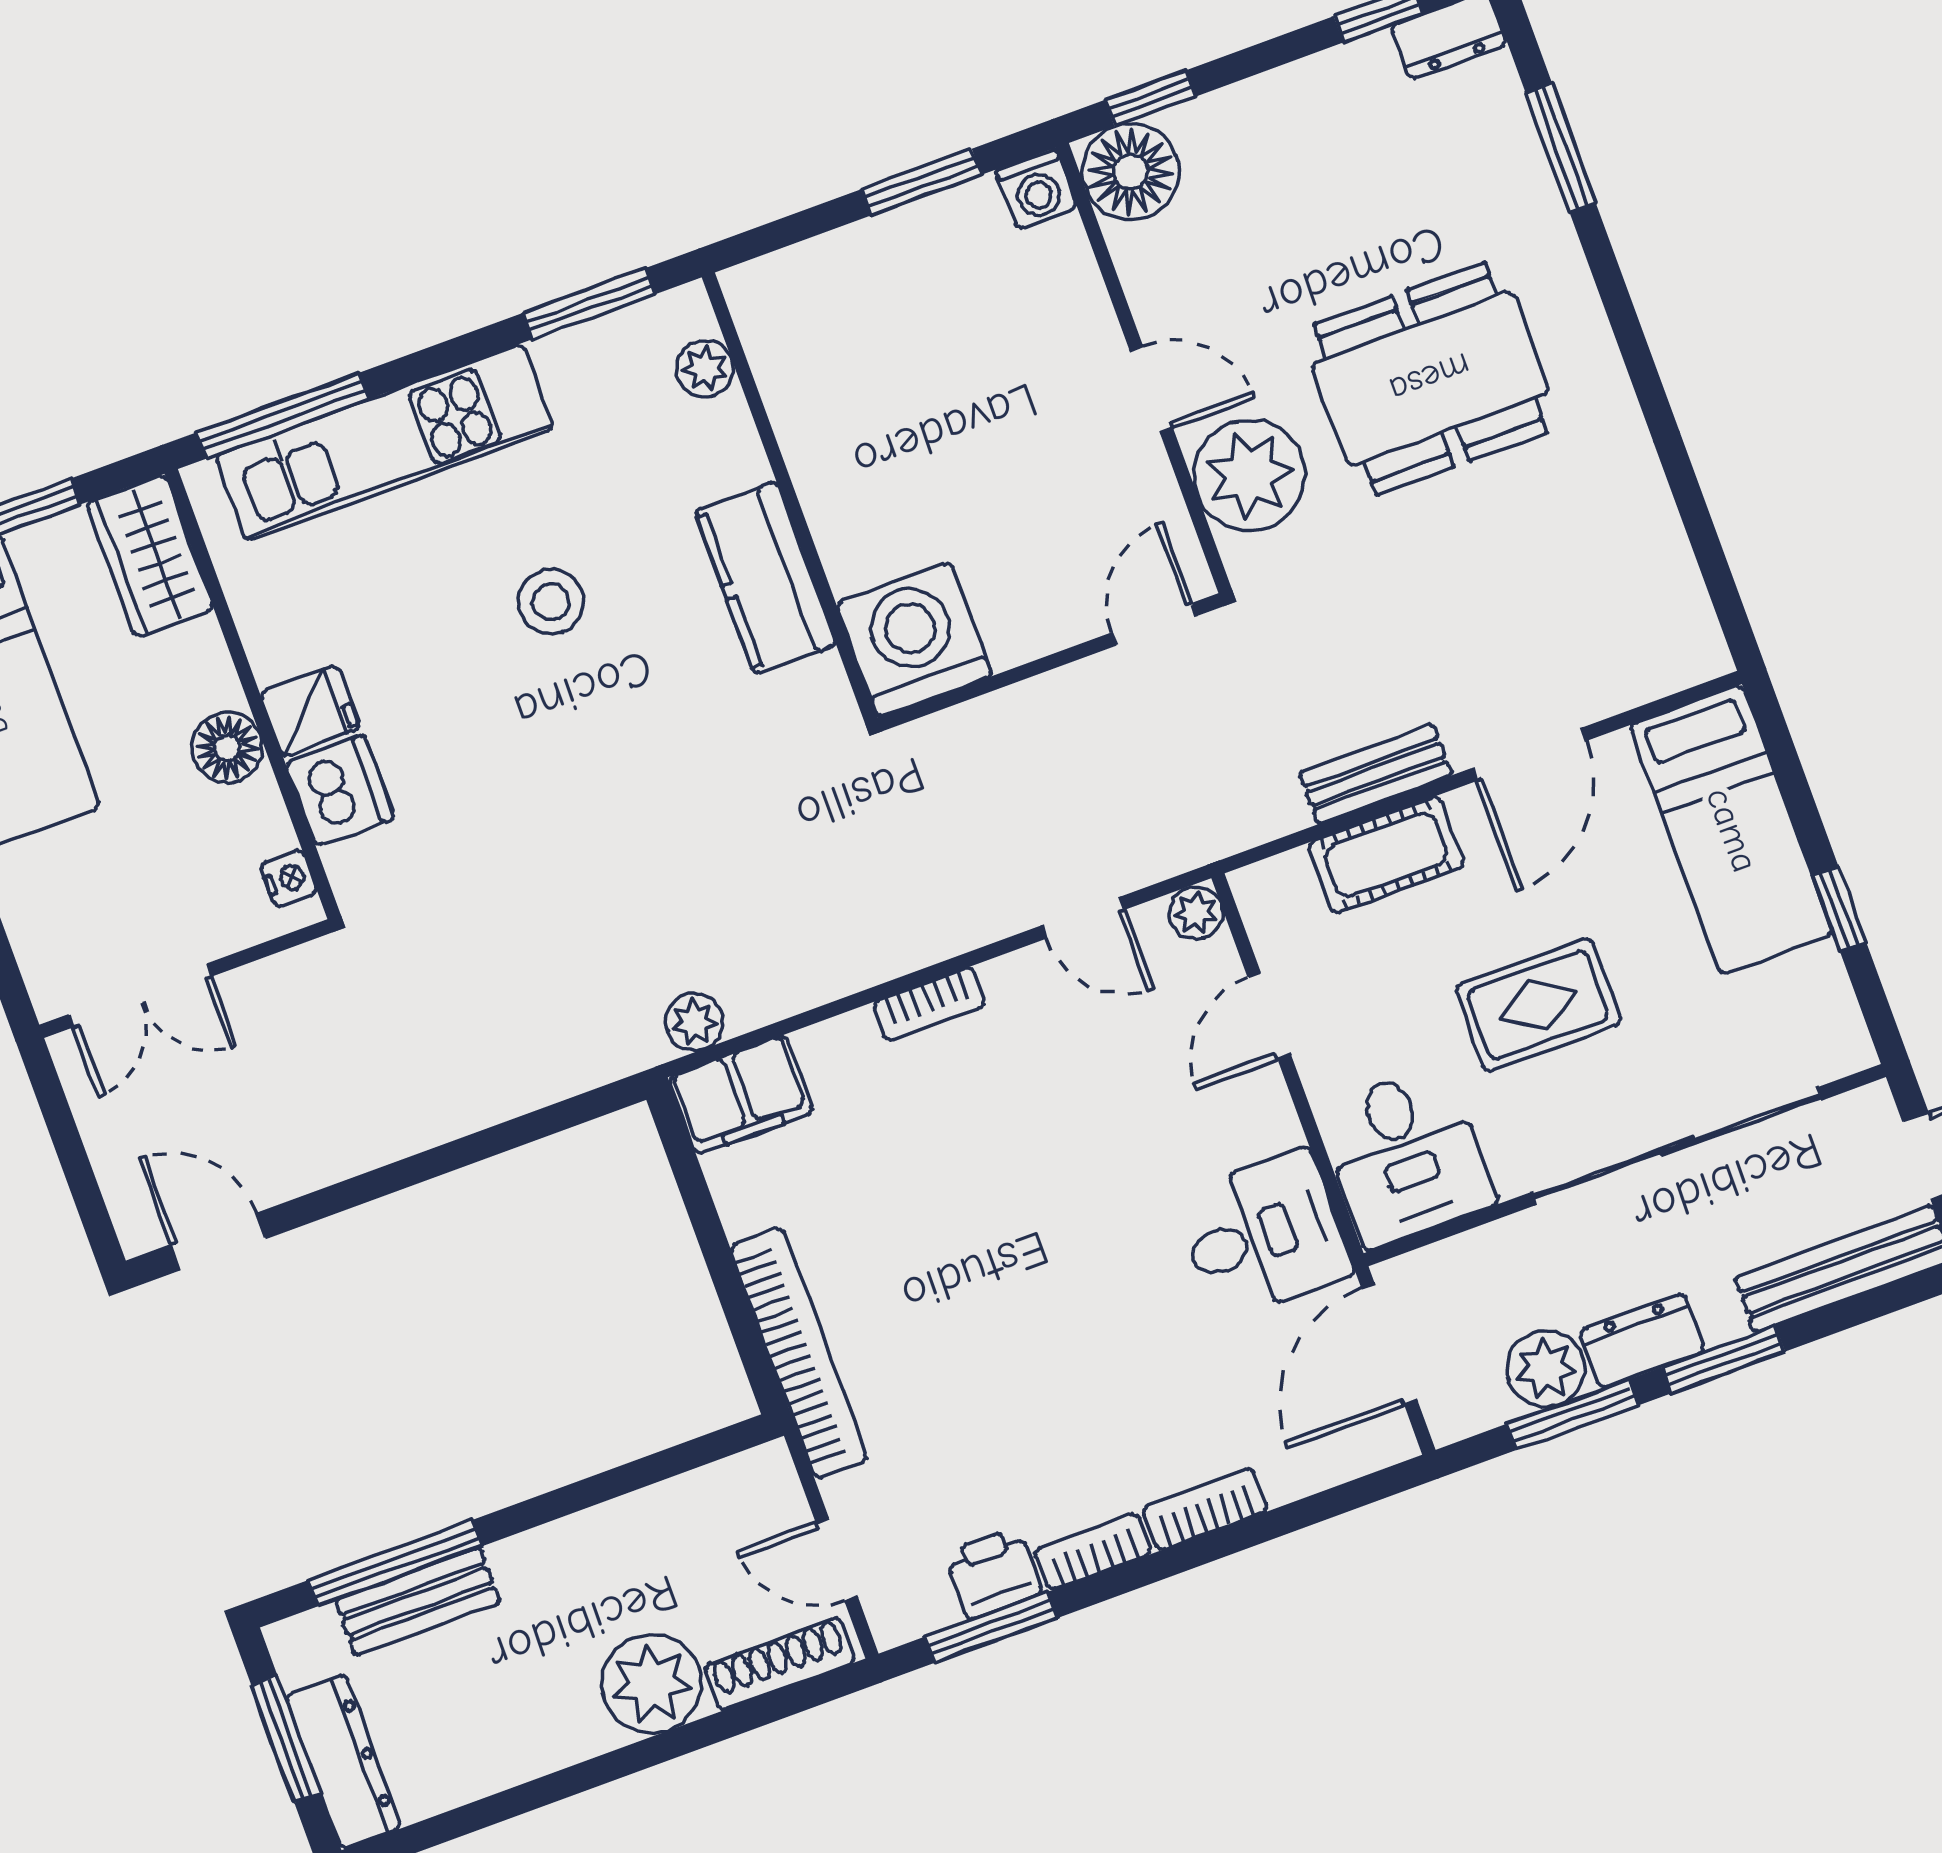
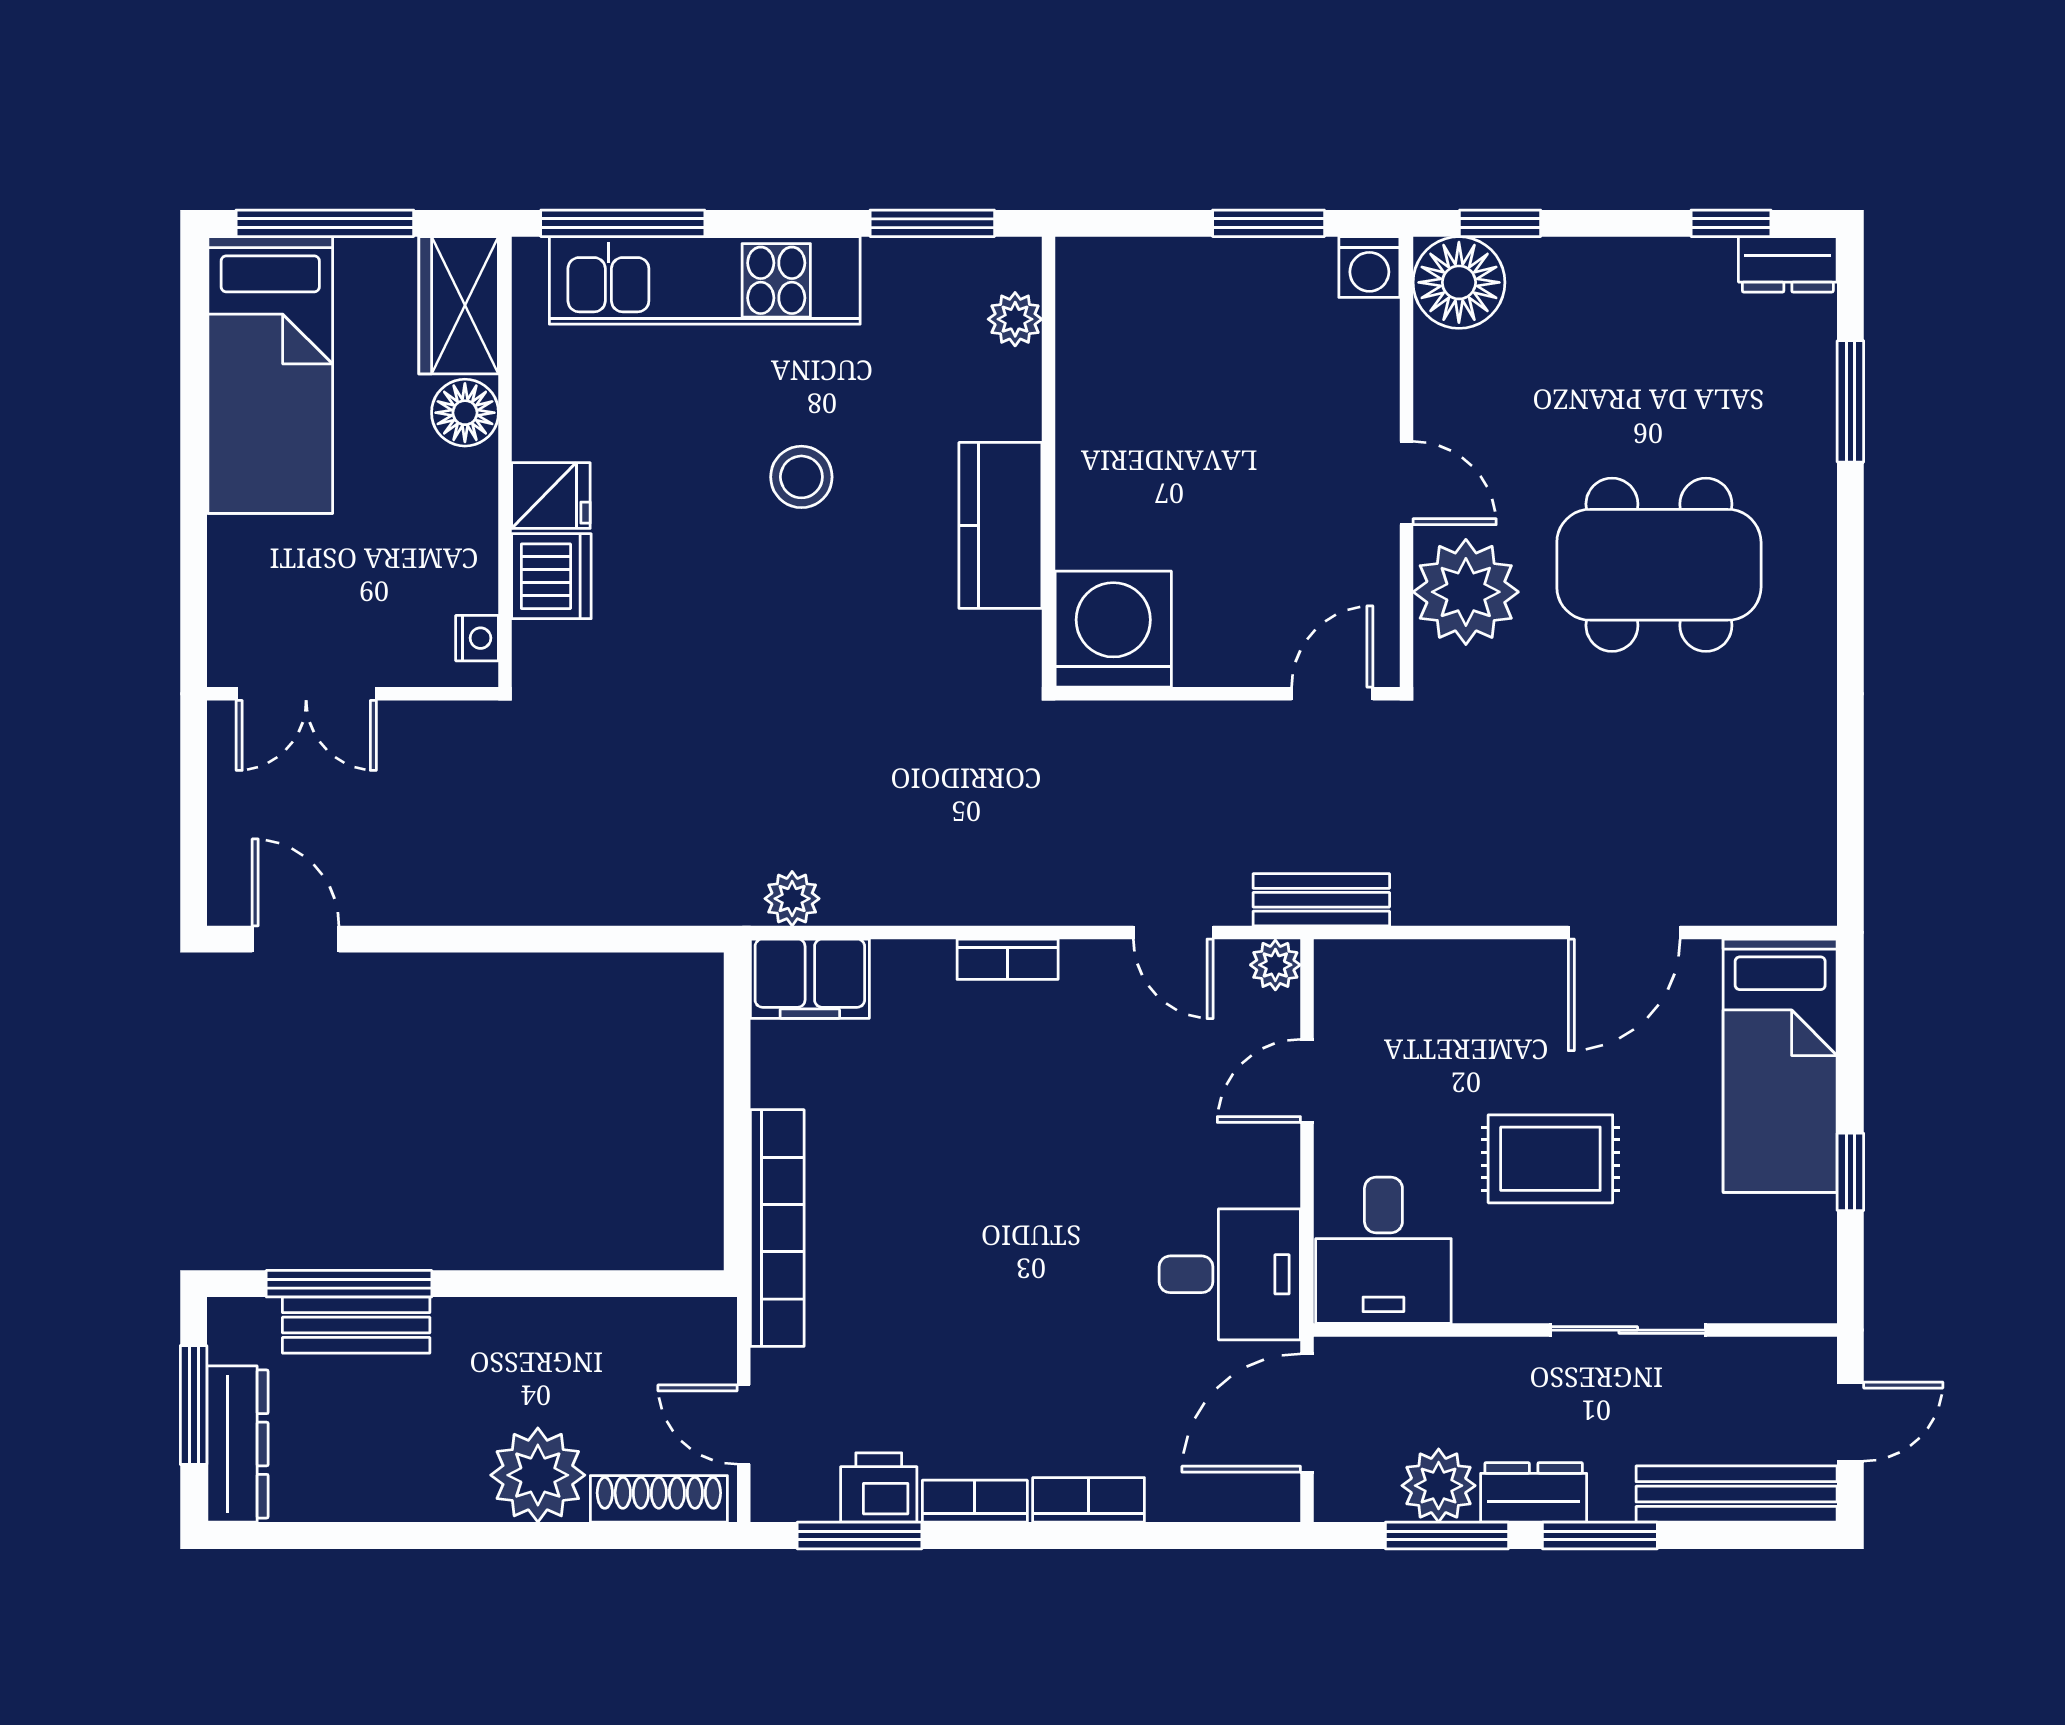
floor lamp: (227, 748) -> (465, 413), moved
bench: (1376, 774) -> (1321, 900), moved
cot: (1386, 855) -> (1464, 975), removed
sliding door: (1677, 1146) -> (1628, 1330), width x0.54

